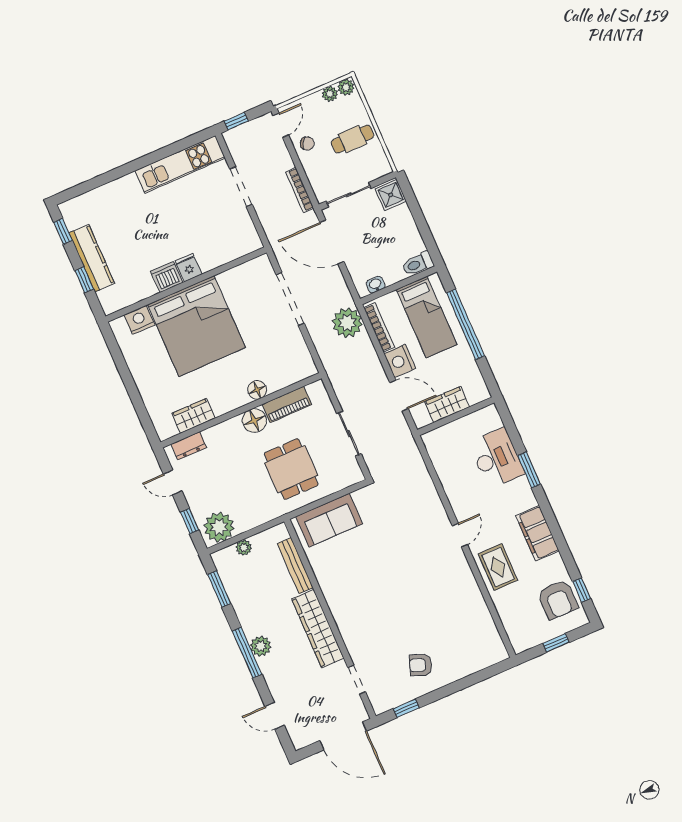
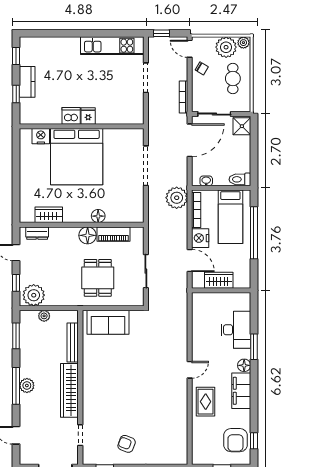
plant: (330, 94) -> (226, 47), width x1.88, depth x1.88
door: (281, 125) -> (190, 49), swing flipped
cafe table: (352, 139) -> (233, 79), turned 90
door: (332, 242) -> (190, 140), swing flipped
kitchen counter: (92, 258) -> (27, 82), width x0.67
floor lamp: (527, 499) -> (244, 365), added

